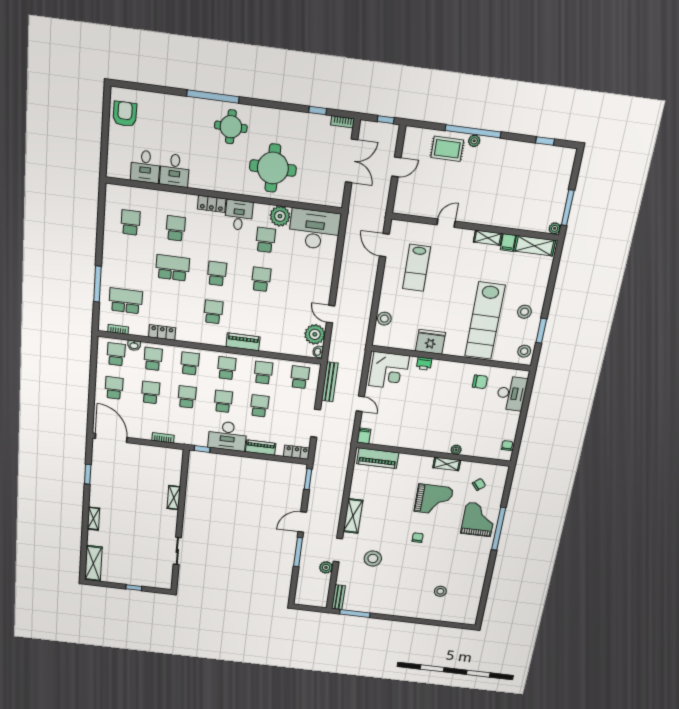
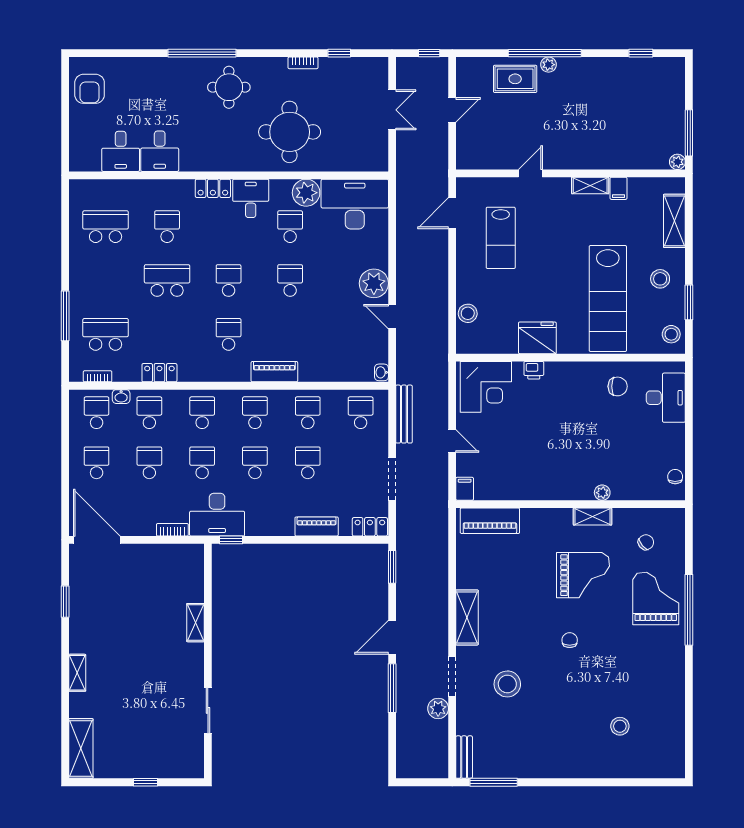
armchair: (125, 114) -> (90, 89), turned 180
bookcase: (342, 122) -> (303, 63), moved
double door: (352, 161) -> (392, 110), width x0.73
school desk: (130, 223) -> (106, 227), width x1.85
door: (384, 245) -> (452, 213), hinge flipped
shelving: (535, 246) -> (674, 221), moved, turned 90
plant: (315, 334) -> (374, 283), moved
desk: (227, 436) -> (217, 515), moved

